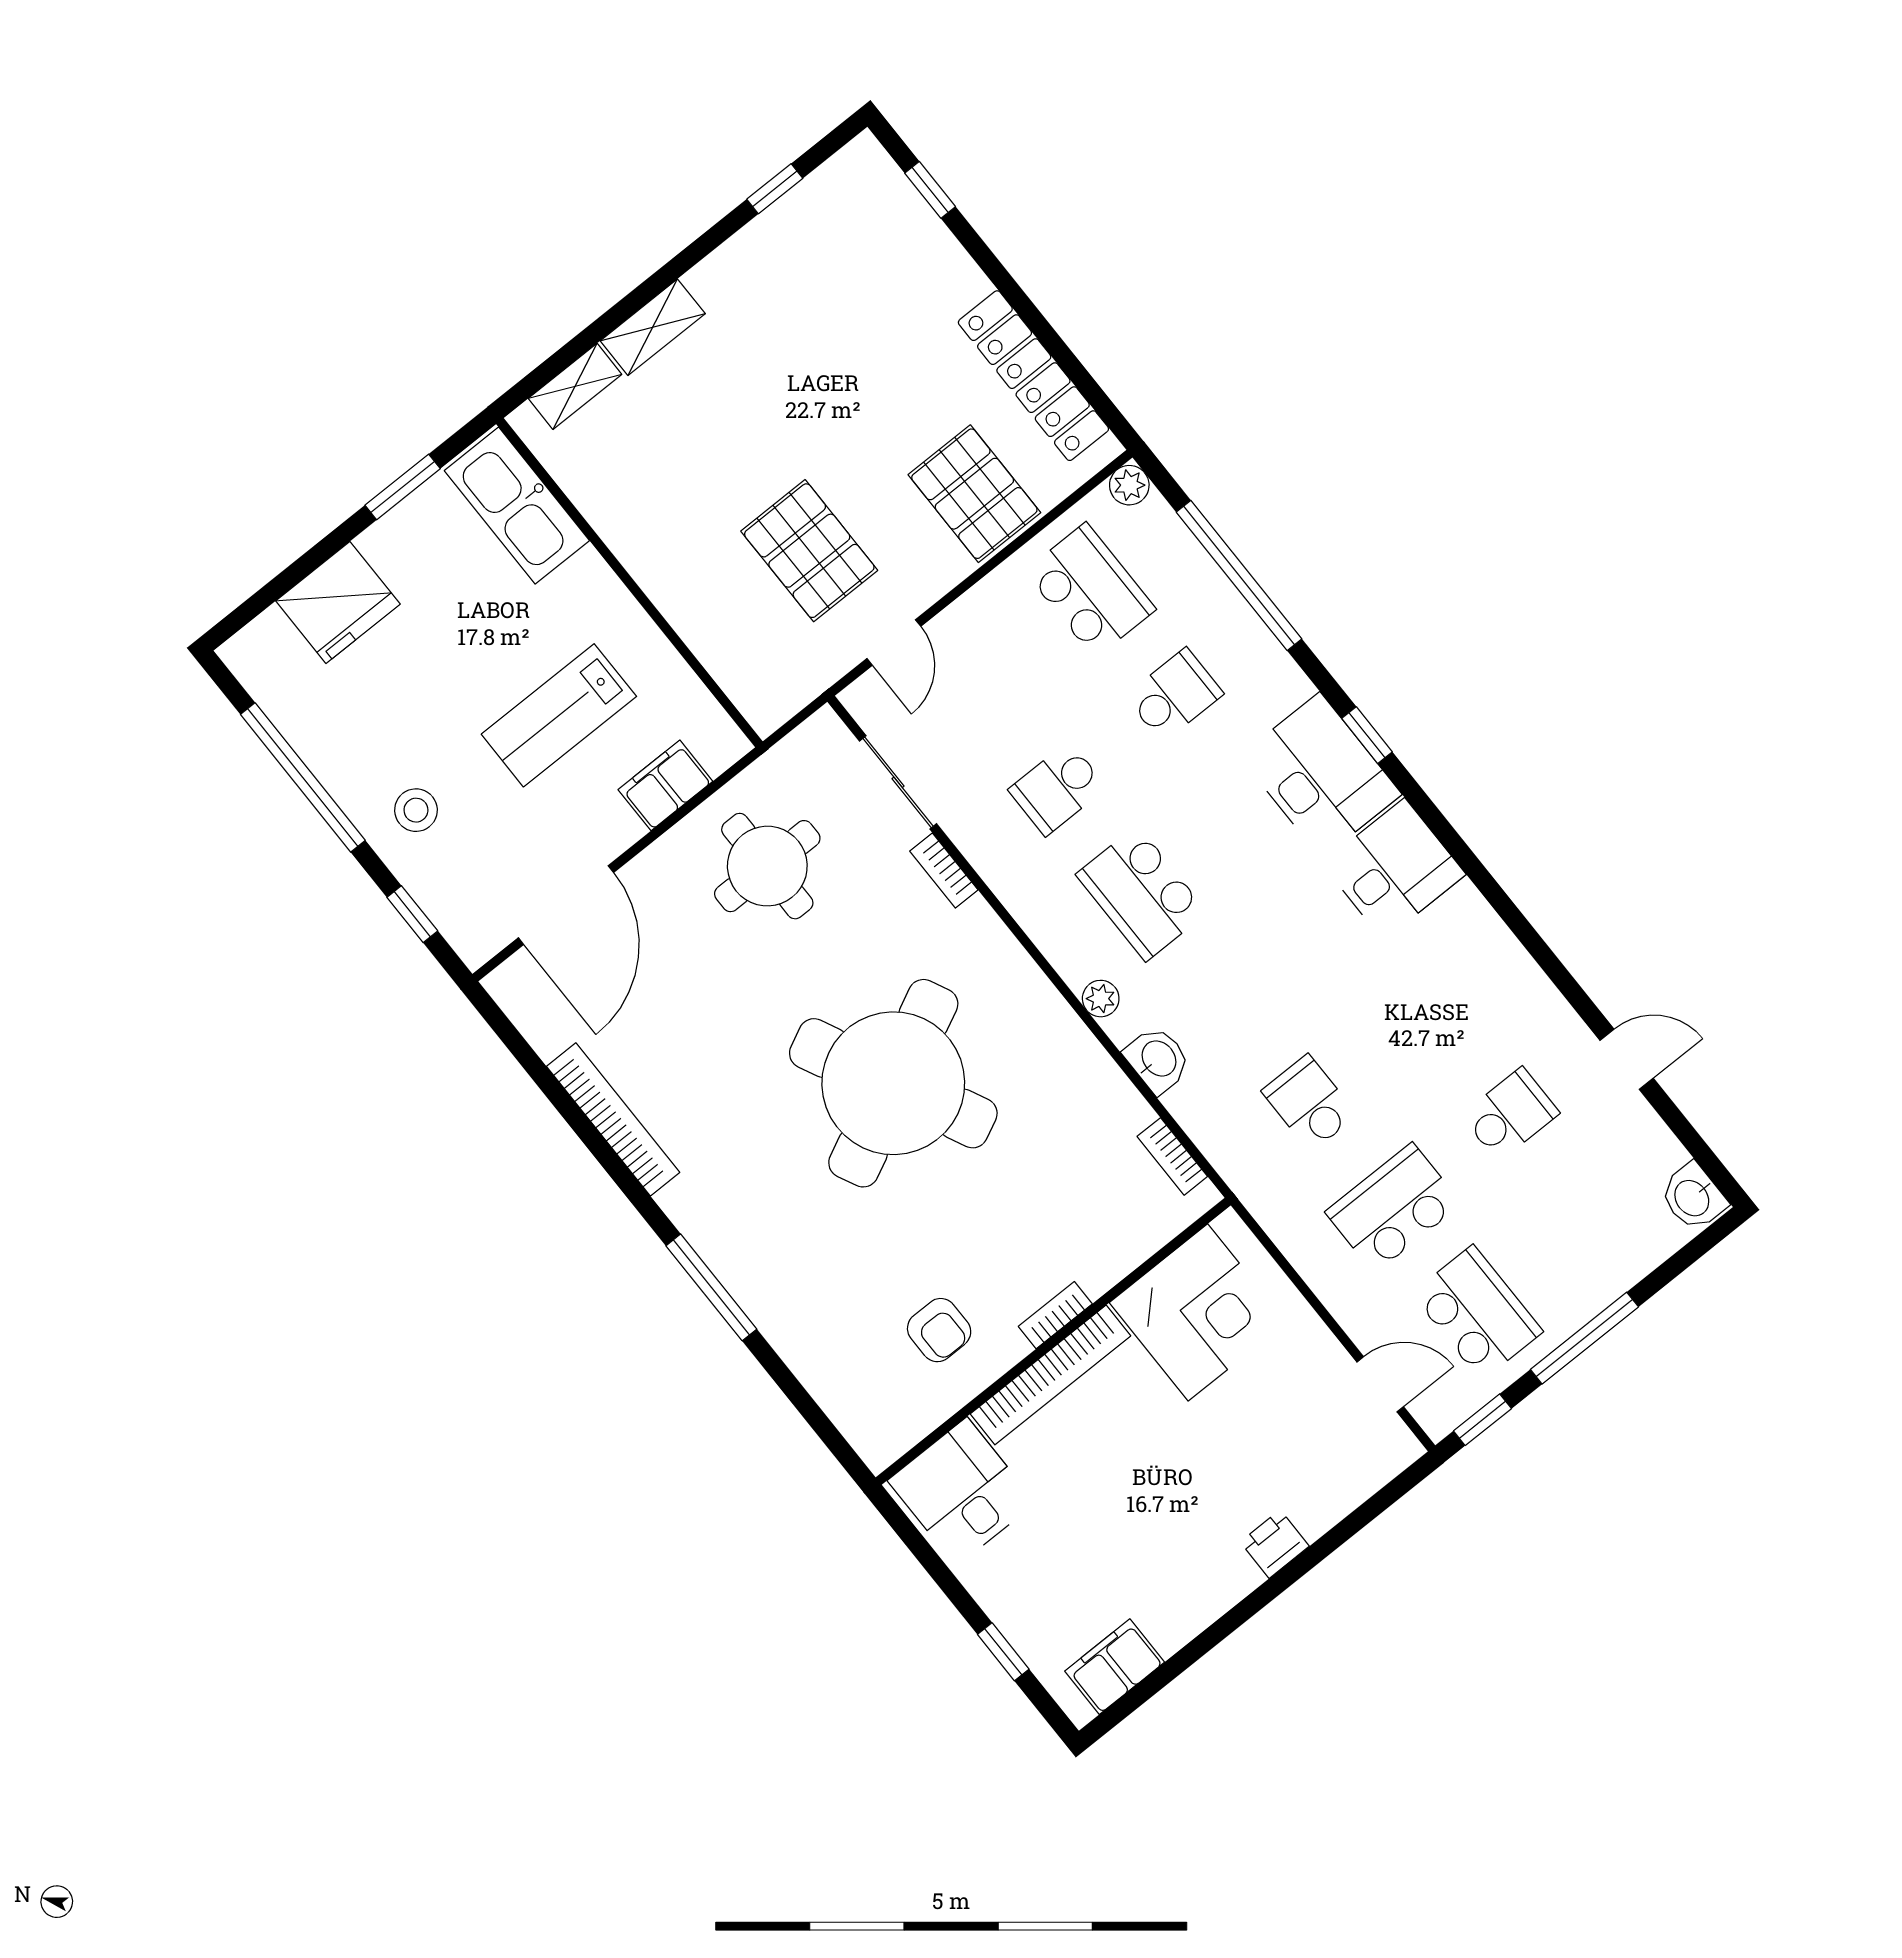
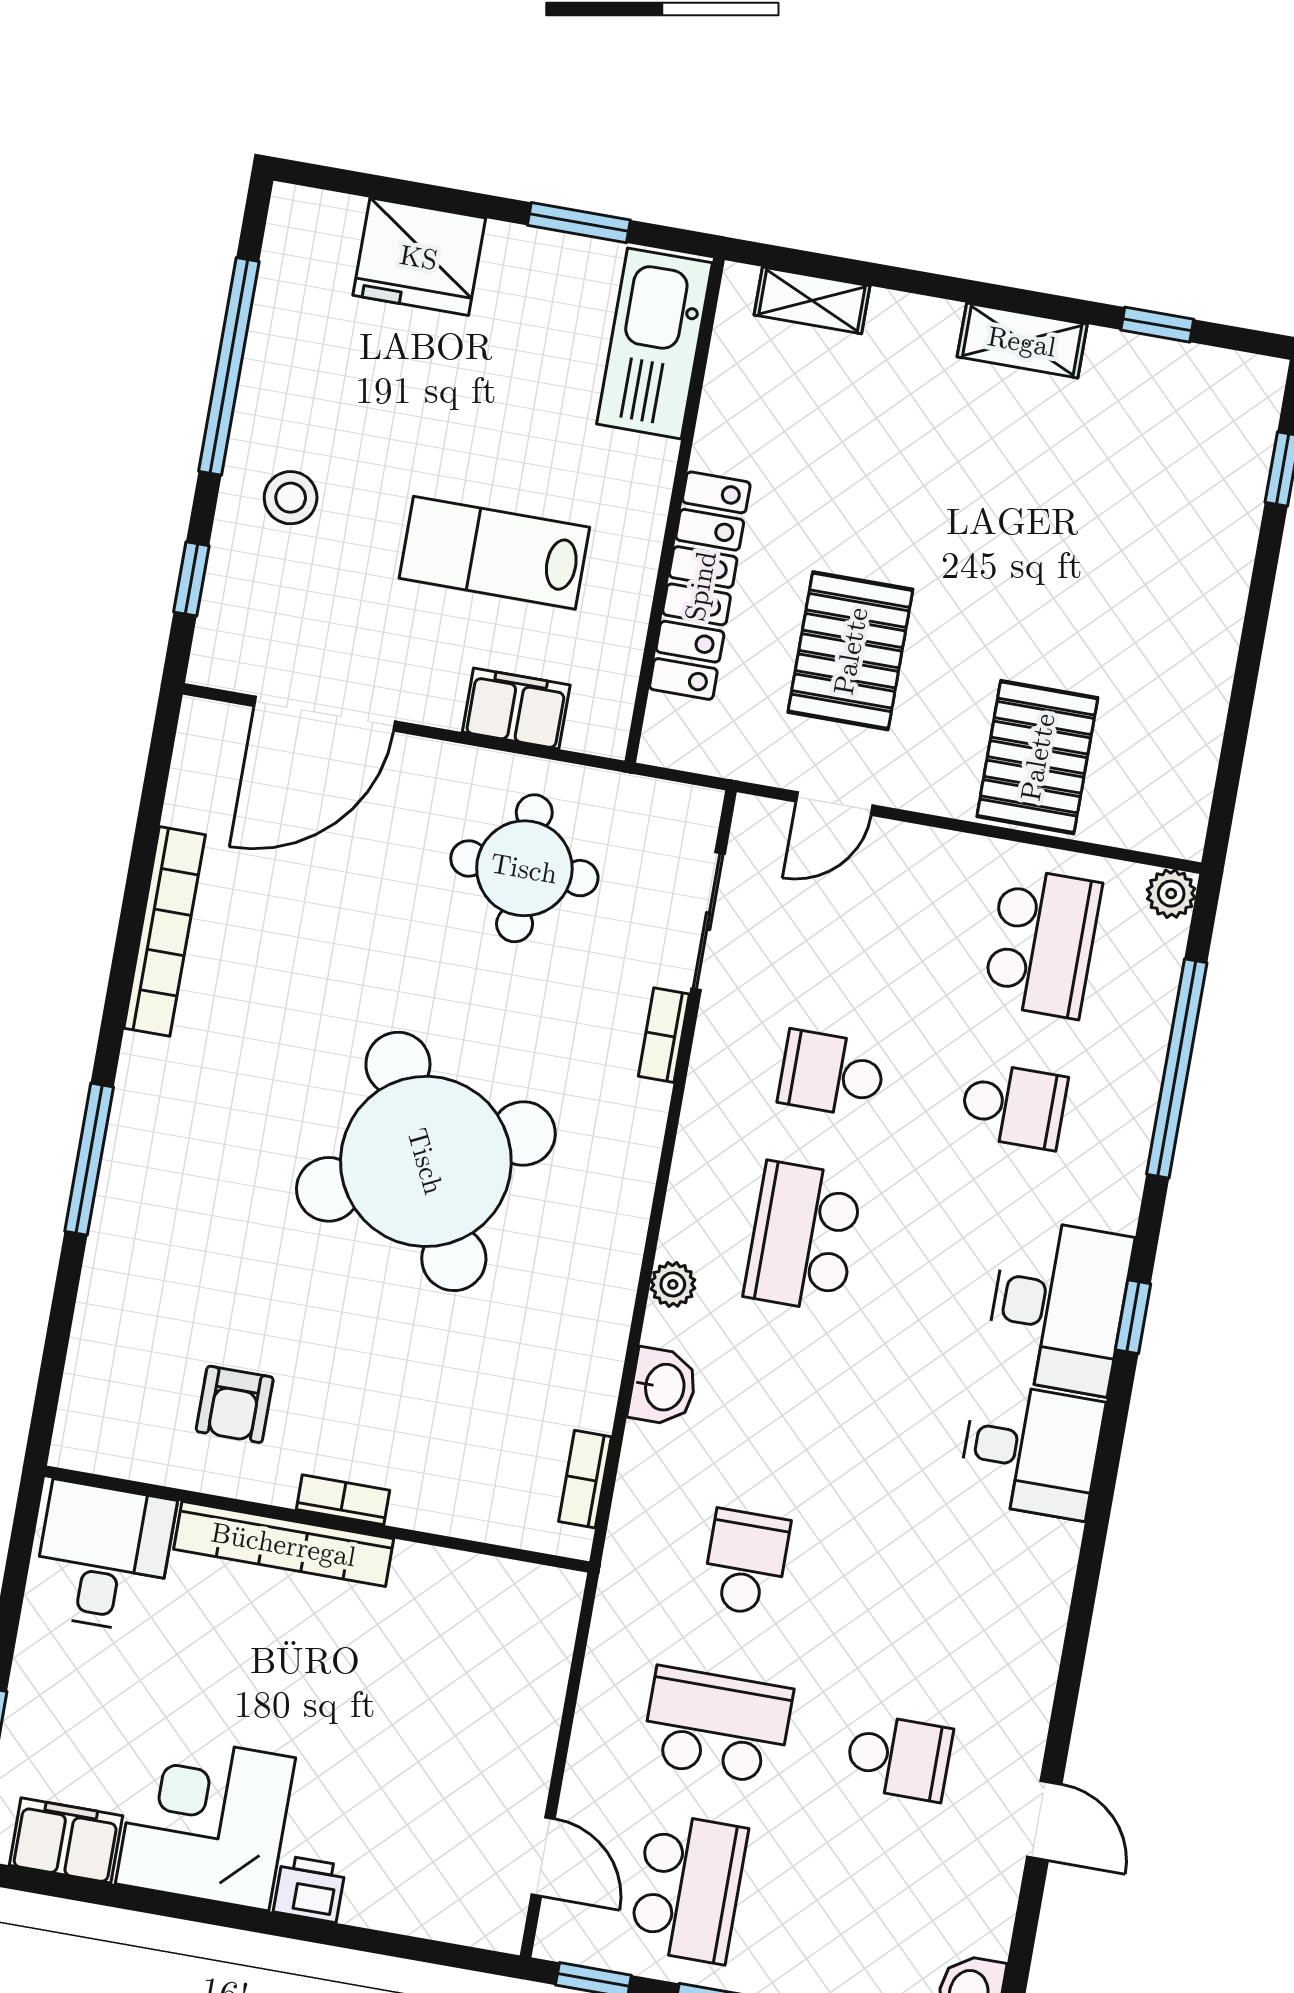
shelving: (653, 327) -> (1022, 341), moved
locker: (1033, 376) -> (700, 586), moved, turned 180
corner desk: (1198, 1312) -> (205, 1821), moved, turned 180

